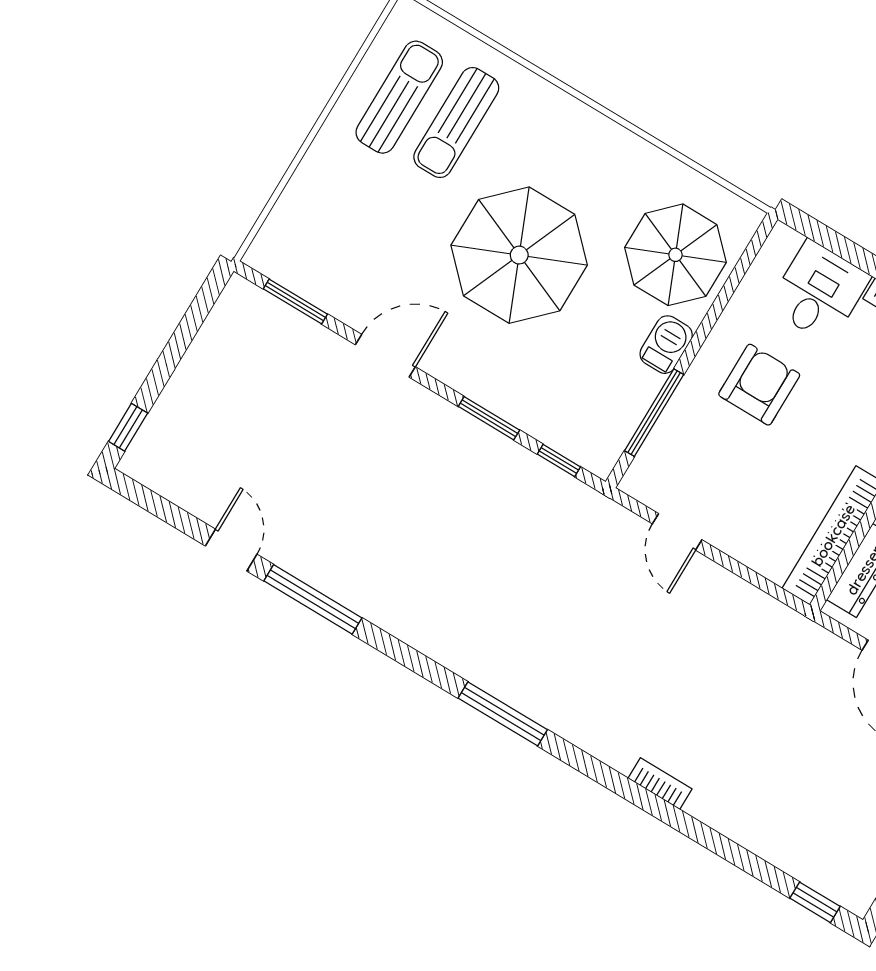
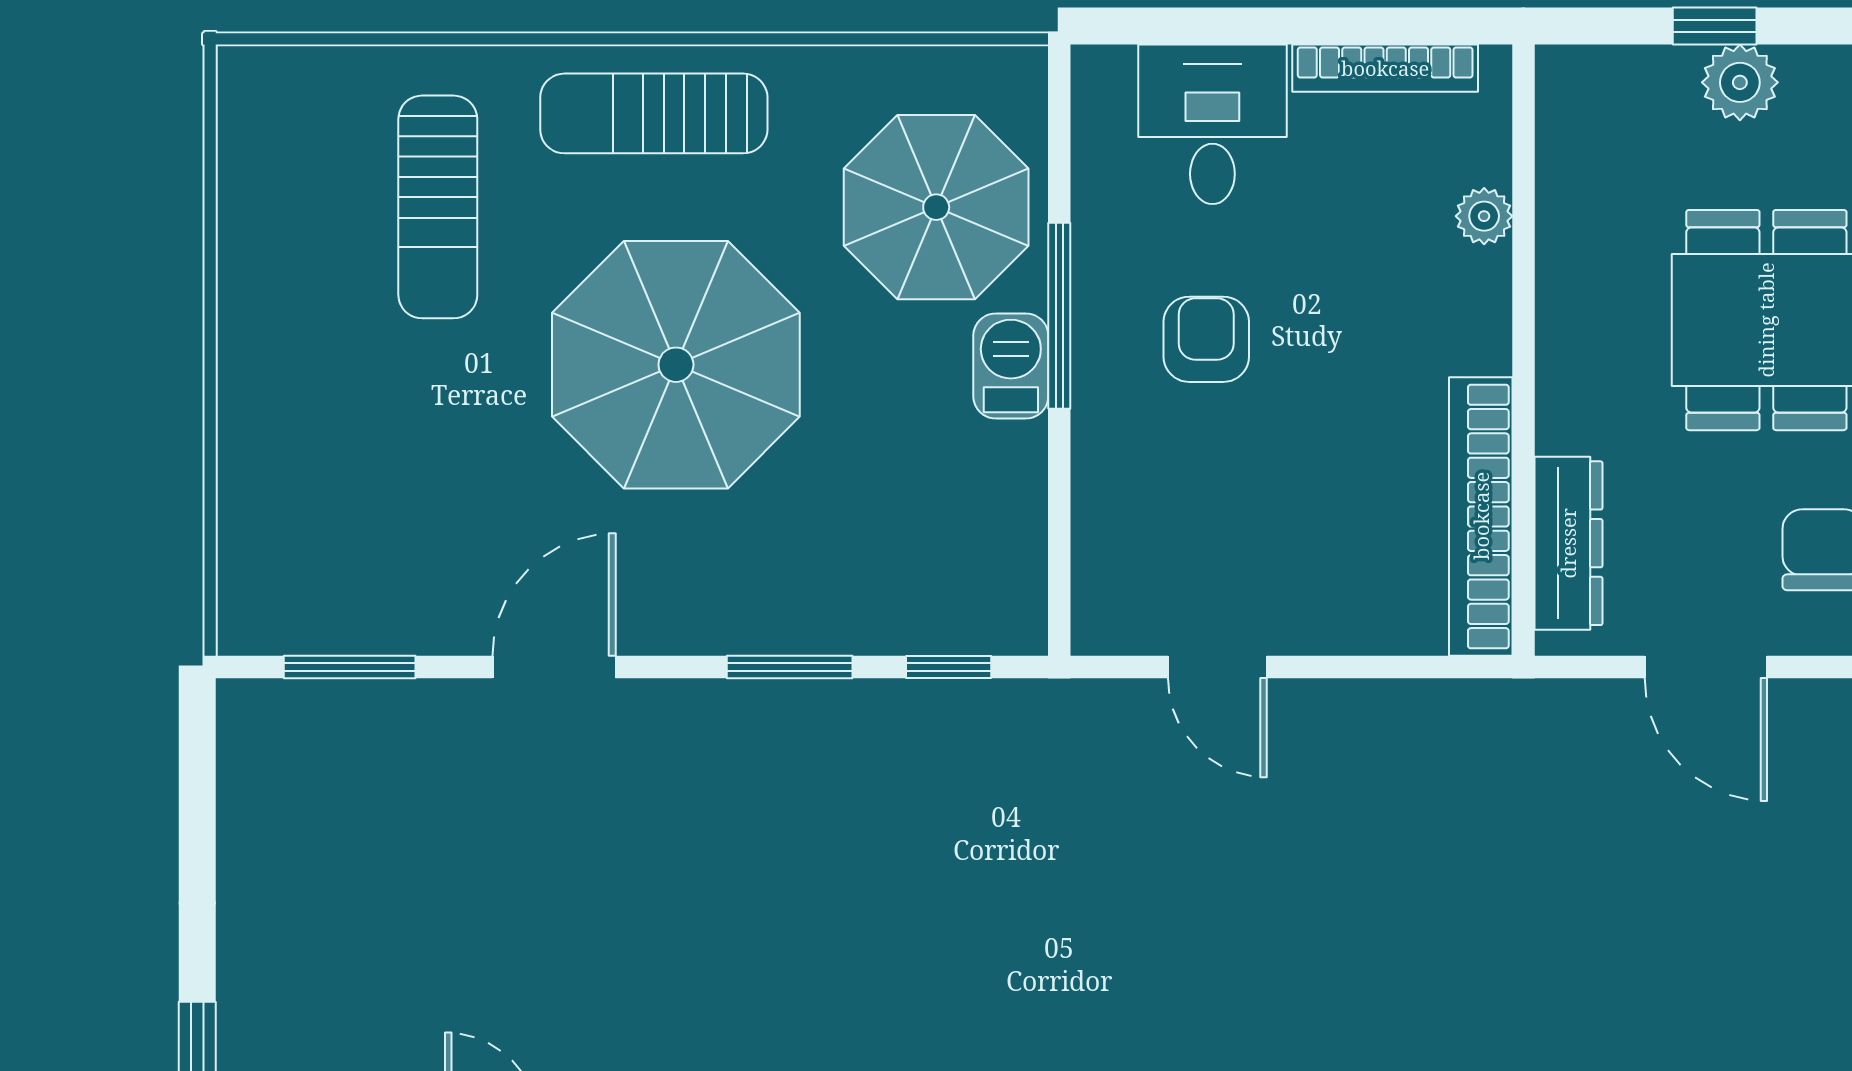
sun lounger: (399, 97) -> (654, 113), moved, turned -90
armchair: (759, 385) -> (1206, 339), width x0.72, depth x0.72
window: (654, 413) -> (1059, 316), moved

